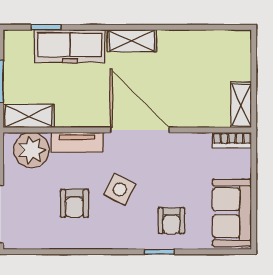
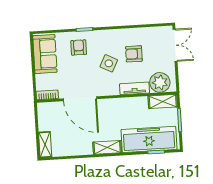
freezer: (70, 46) -> (149, 139), width x1.36, depth x1.26
shelving: (241, 105) -> (45, 145), moved
door: (140, 130) -> (80, 99), moved
armchair: (74, 203) -> (134, 54), turned -90

